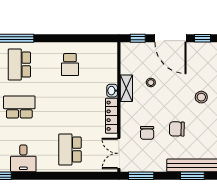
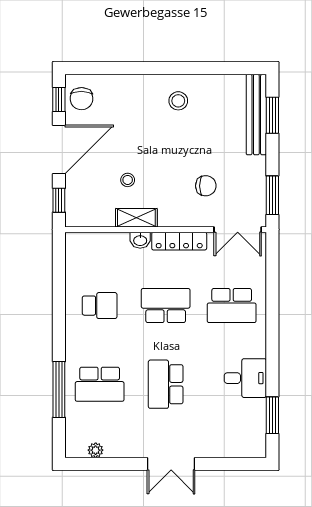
stool: (201, 97) -> (178, 101), moved
school desk: (70, 107) -> (166, 306), added
chair: (177, 129) -> (81, 99), moved

